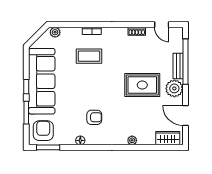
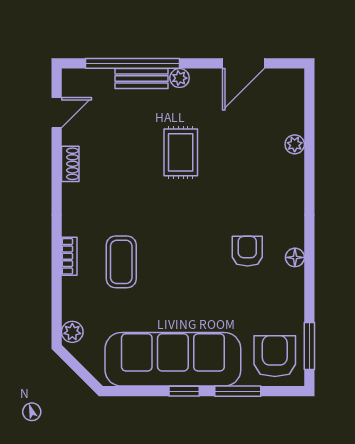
rug: (142, 85) -> (181, 152), width x0.73, depth x0.70
plant: (174, 88) -> (180, 78), width x0.53, depth x0.53
armchair: (43, 131) -> (275, 356), turned 90
wardrobe: (168, 138) -> (290, 100), removed
floor lamp: (80, 140) -> (295, 257), moved
plant: (132, 140) -> (295, 144), moved

